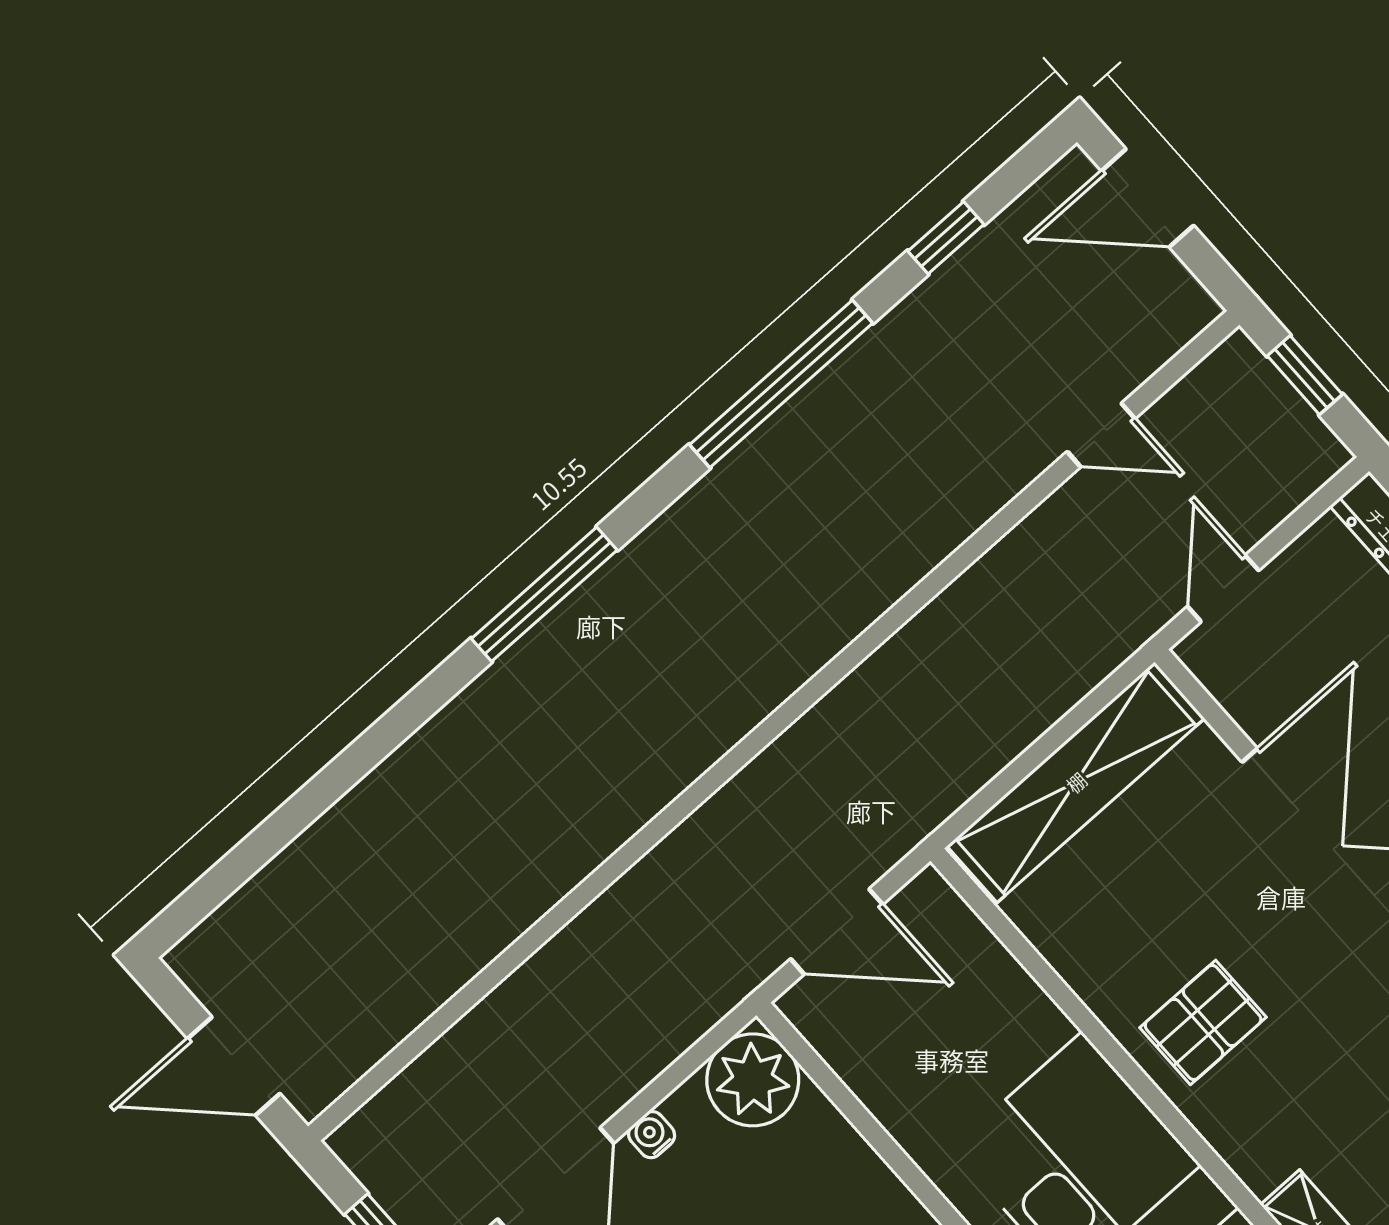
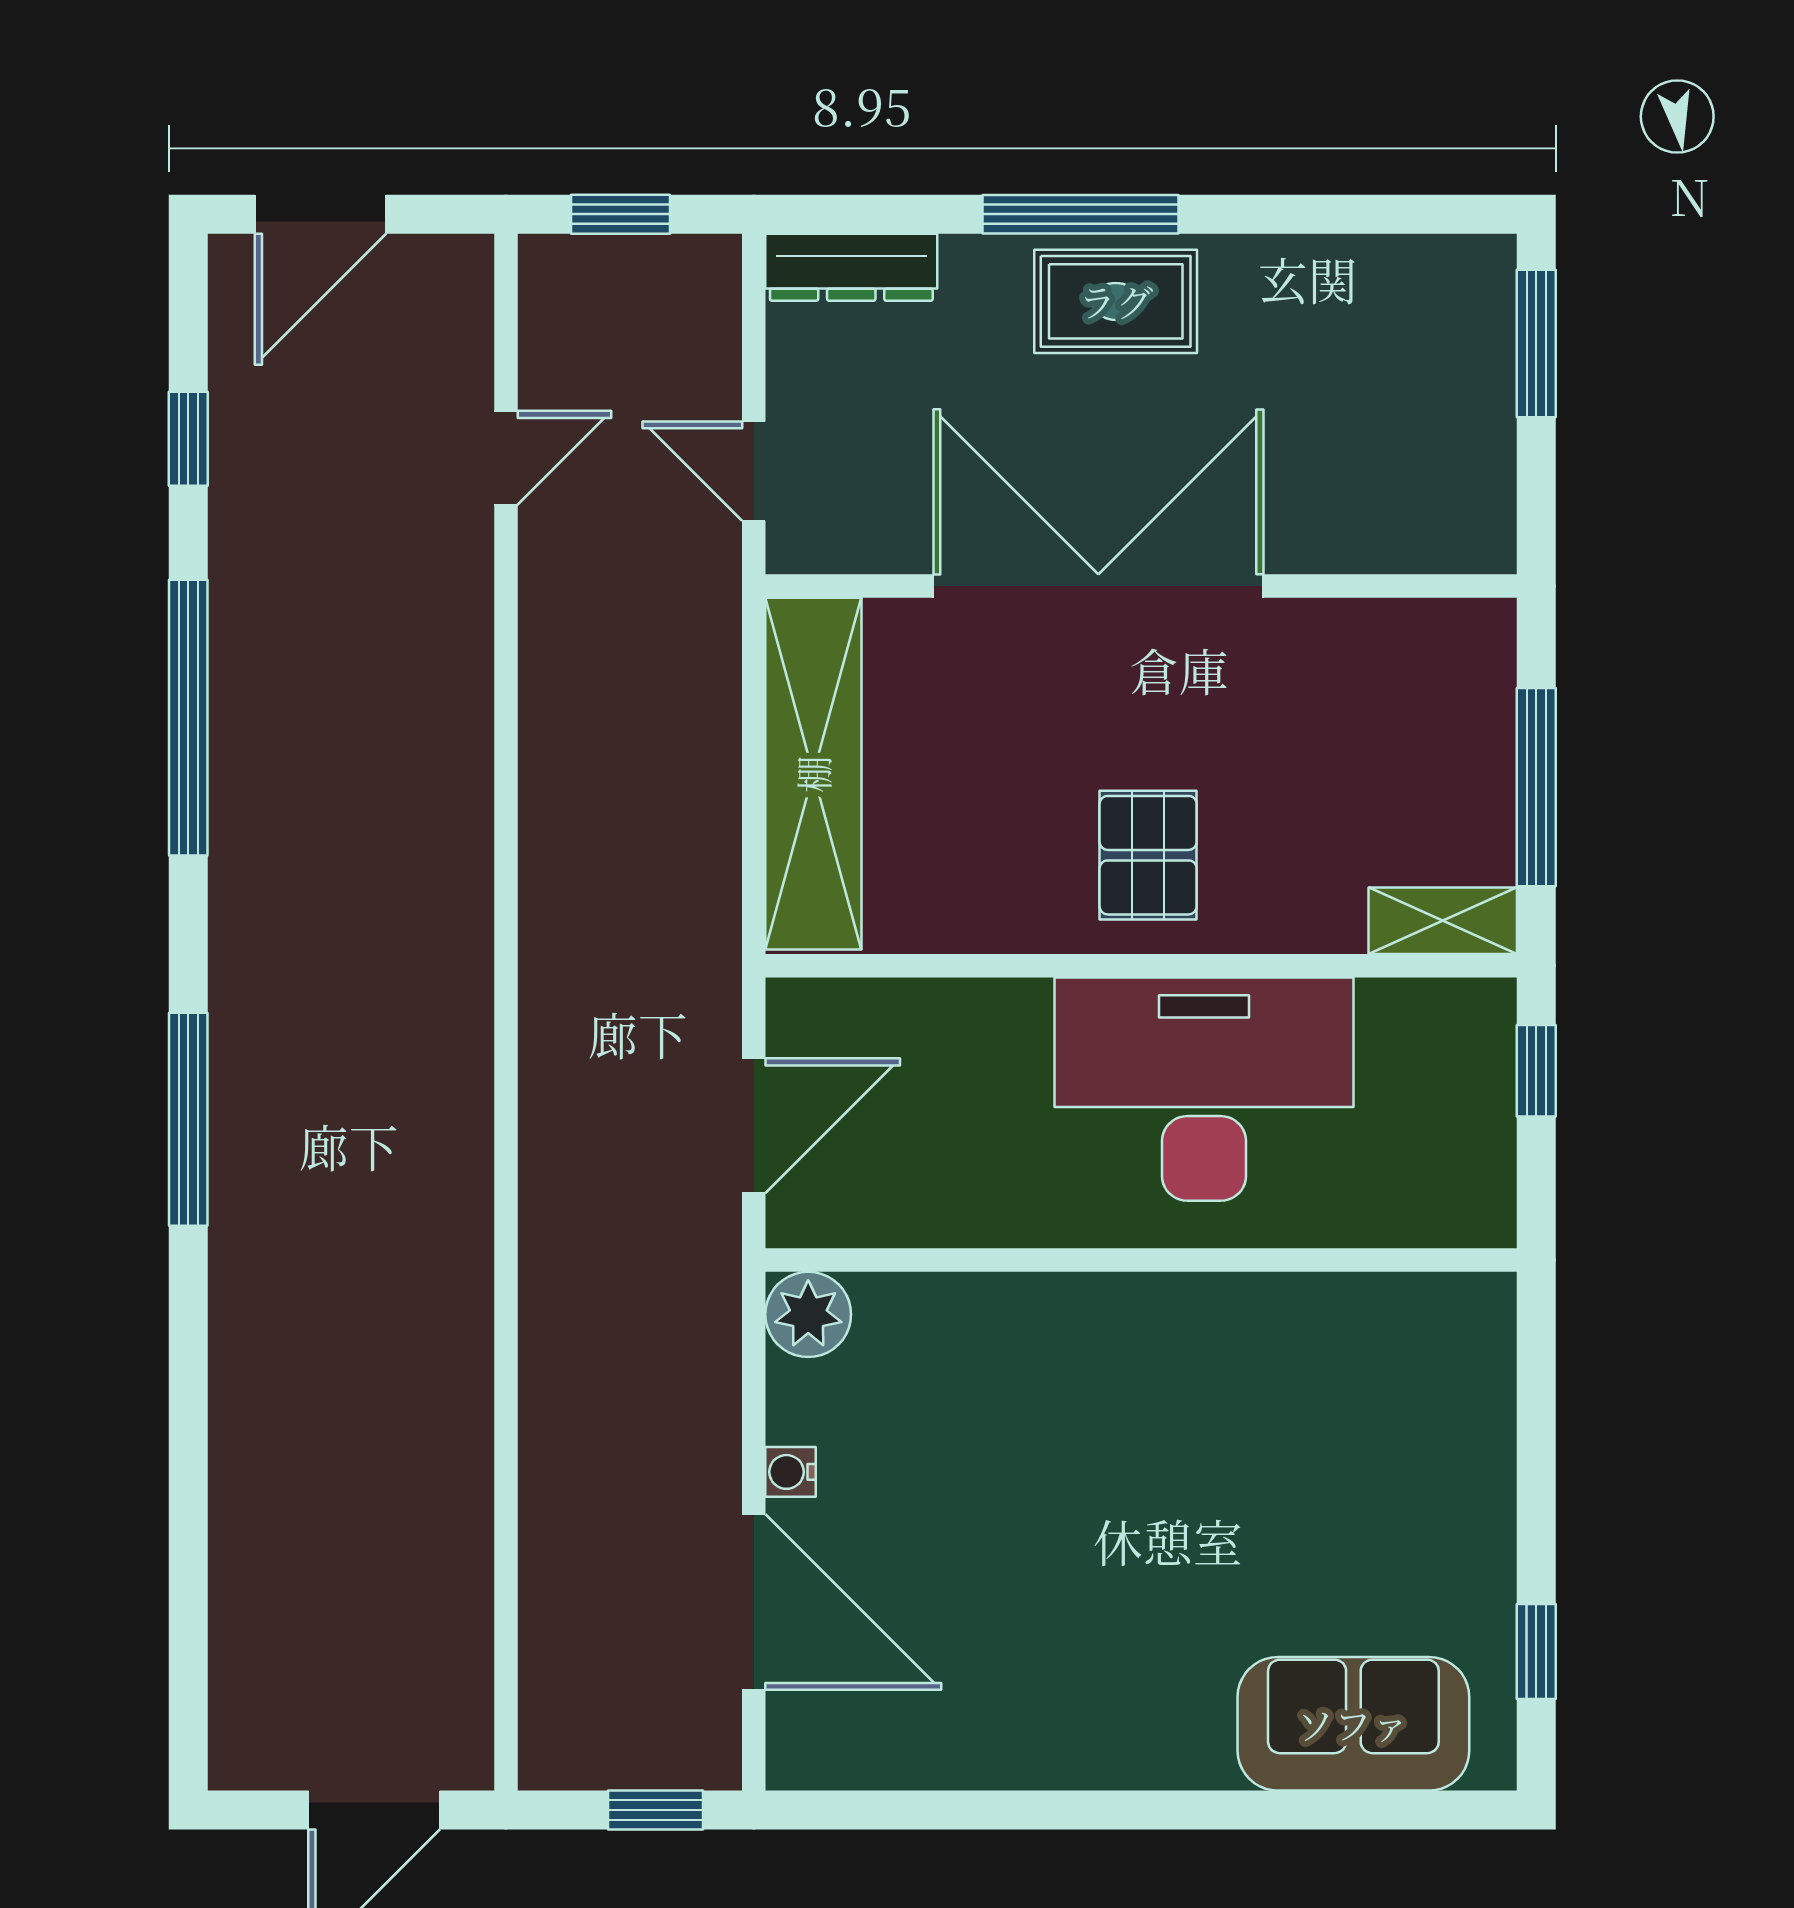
plant: (753, 1080) -> (808, 1314), width x0.73, depth x0.73

